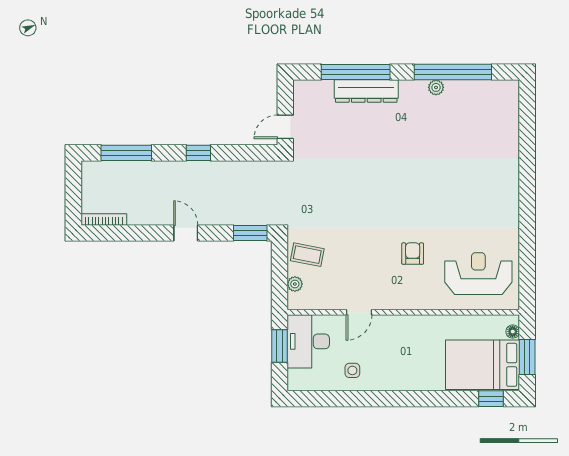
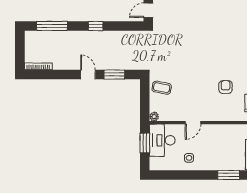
window: (250, 233) -> (114, 75), moved
plant: (295, 284) -> (154, 117), moved
window: (418, 399) -> (229, 175), added

